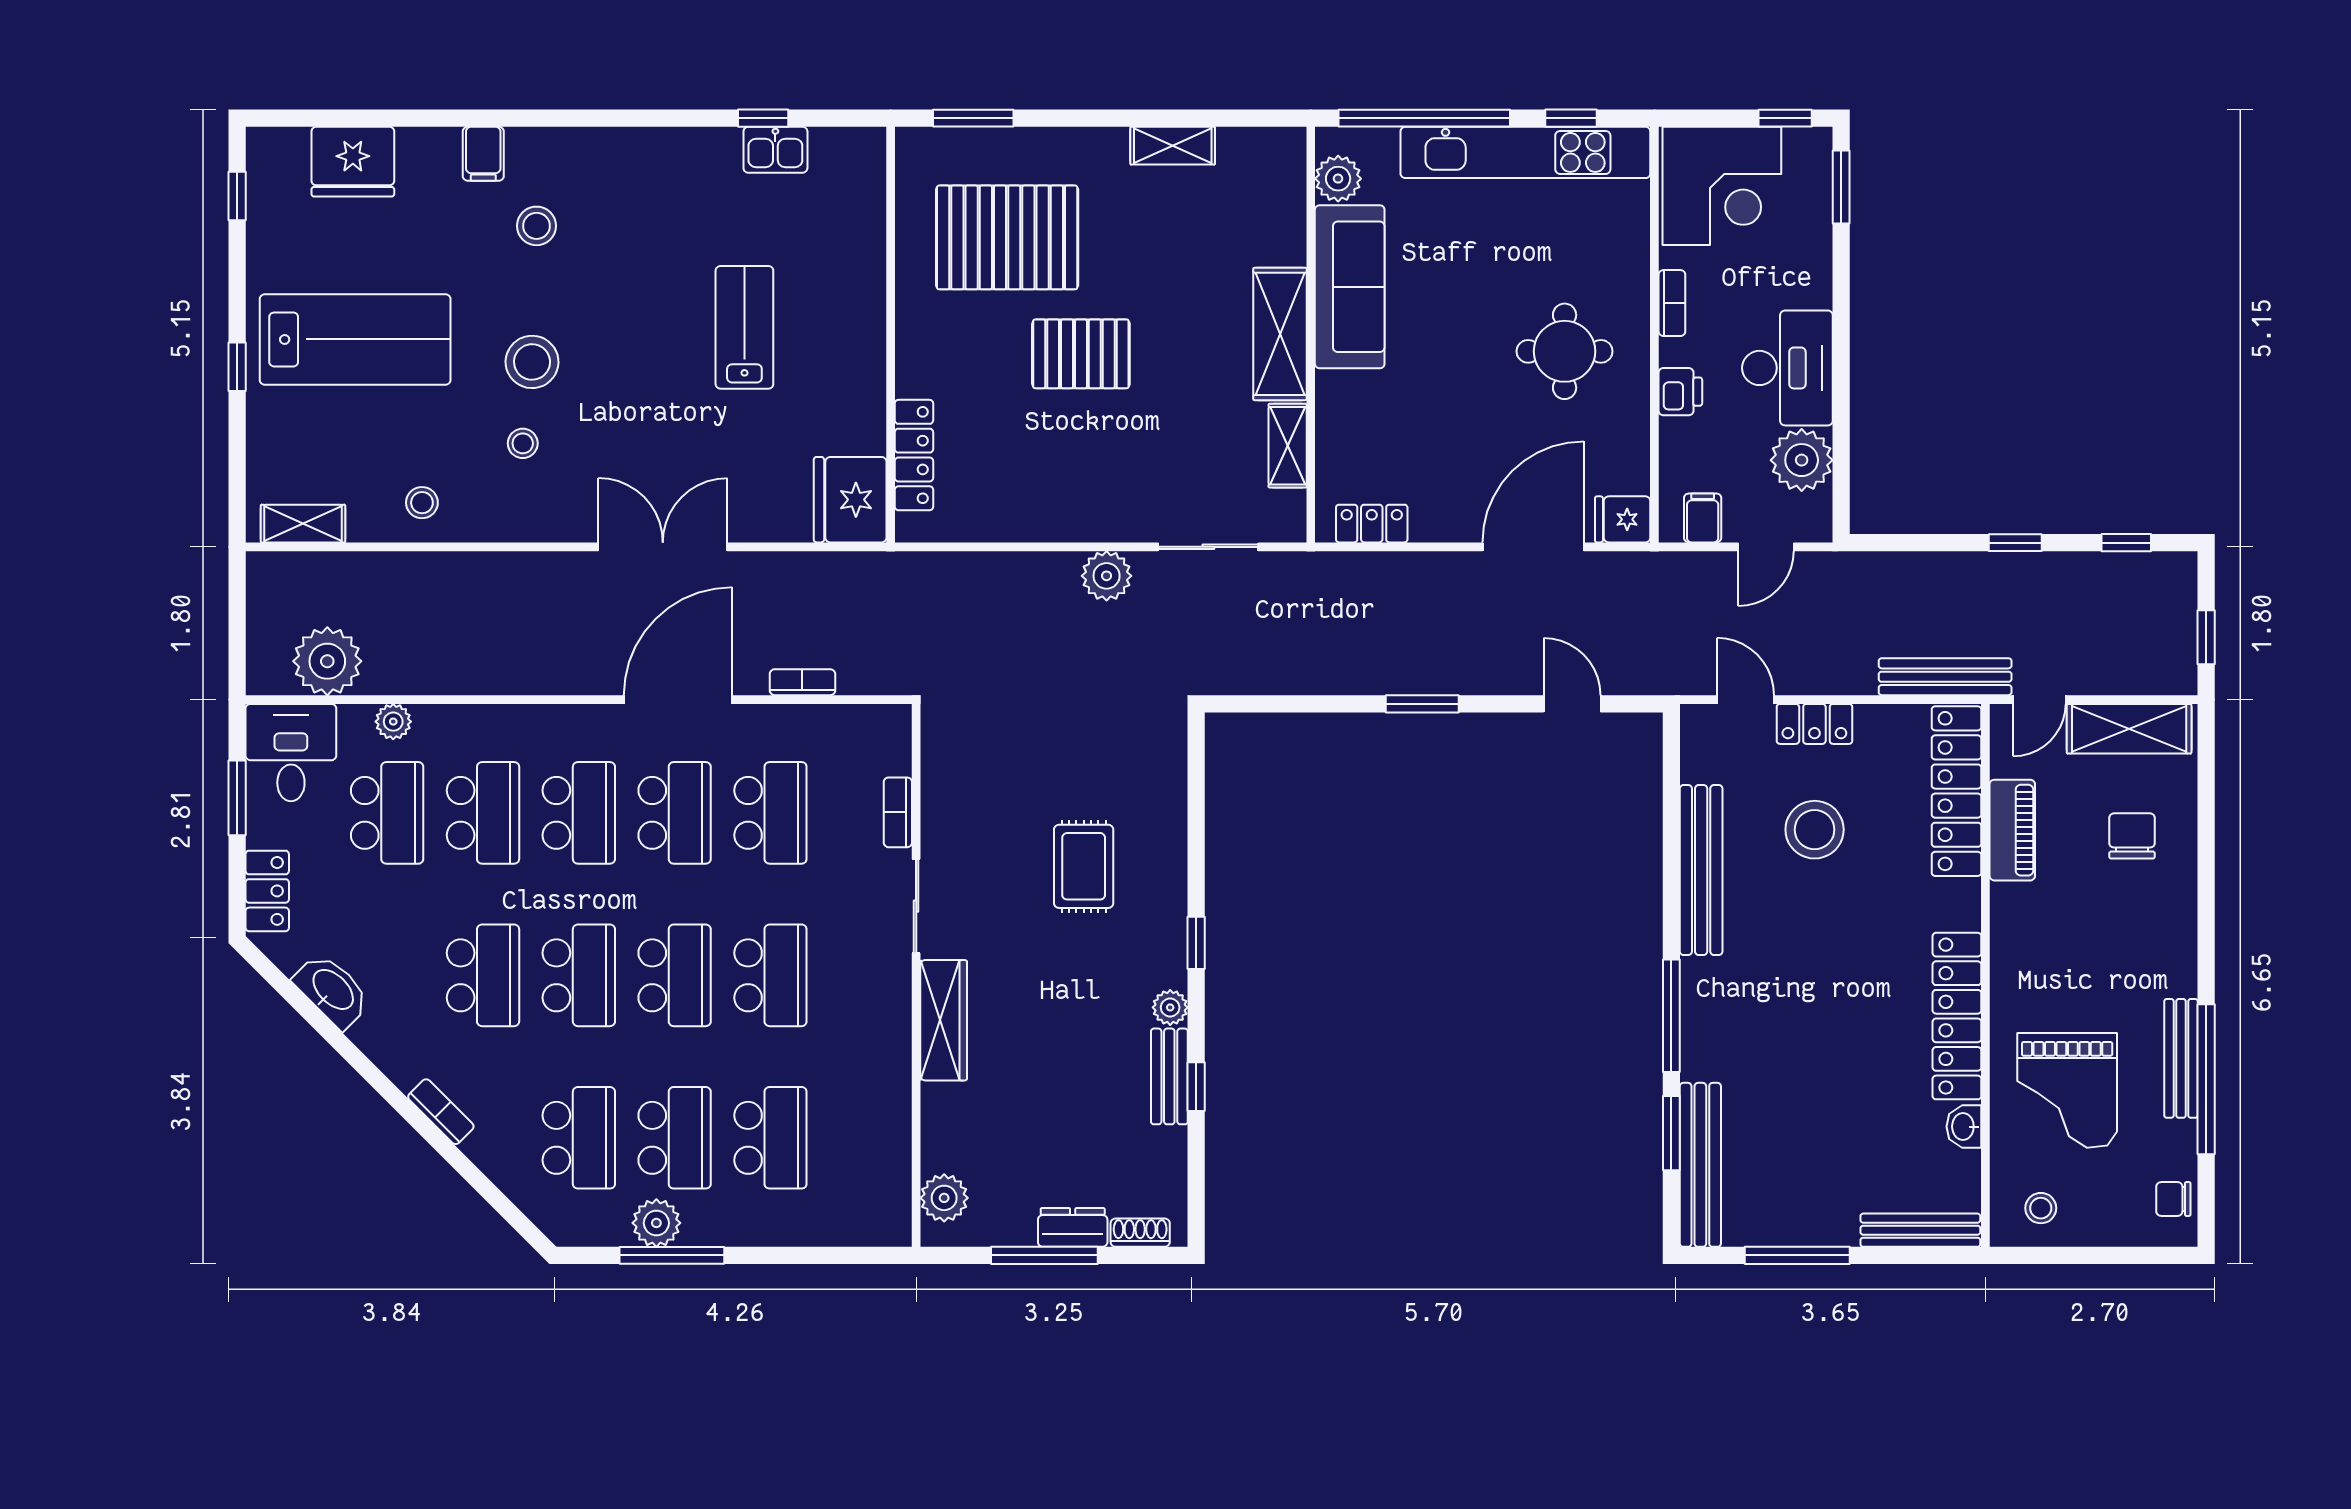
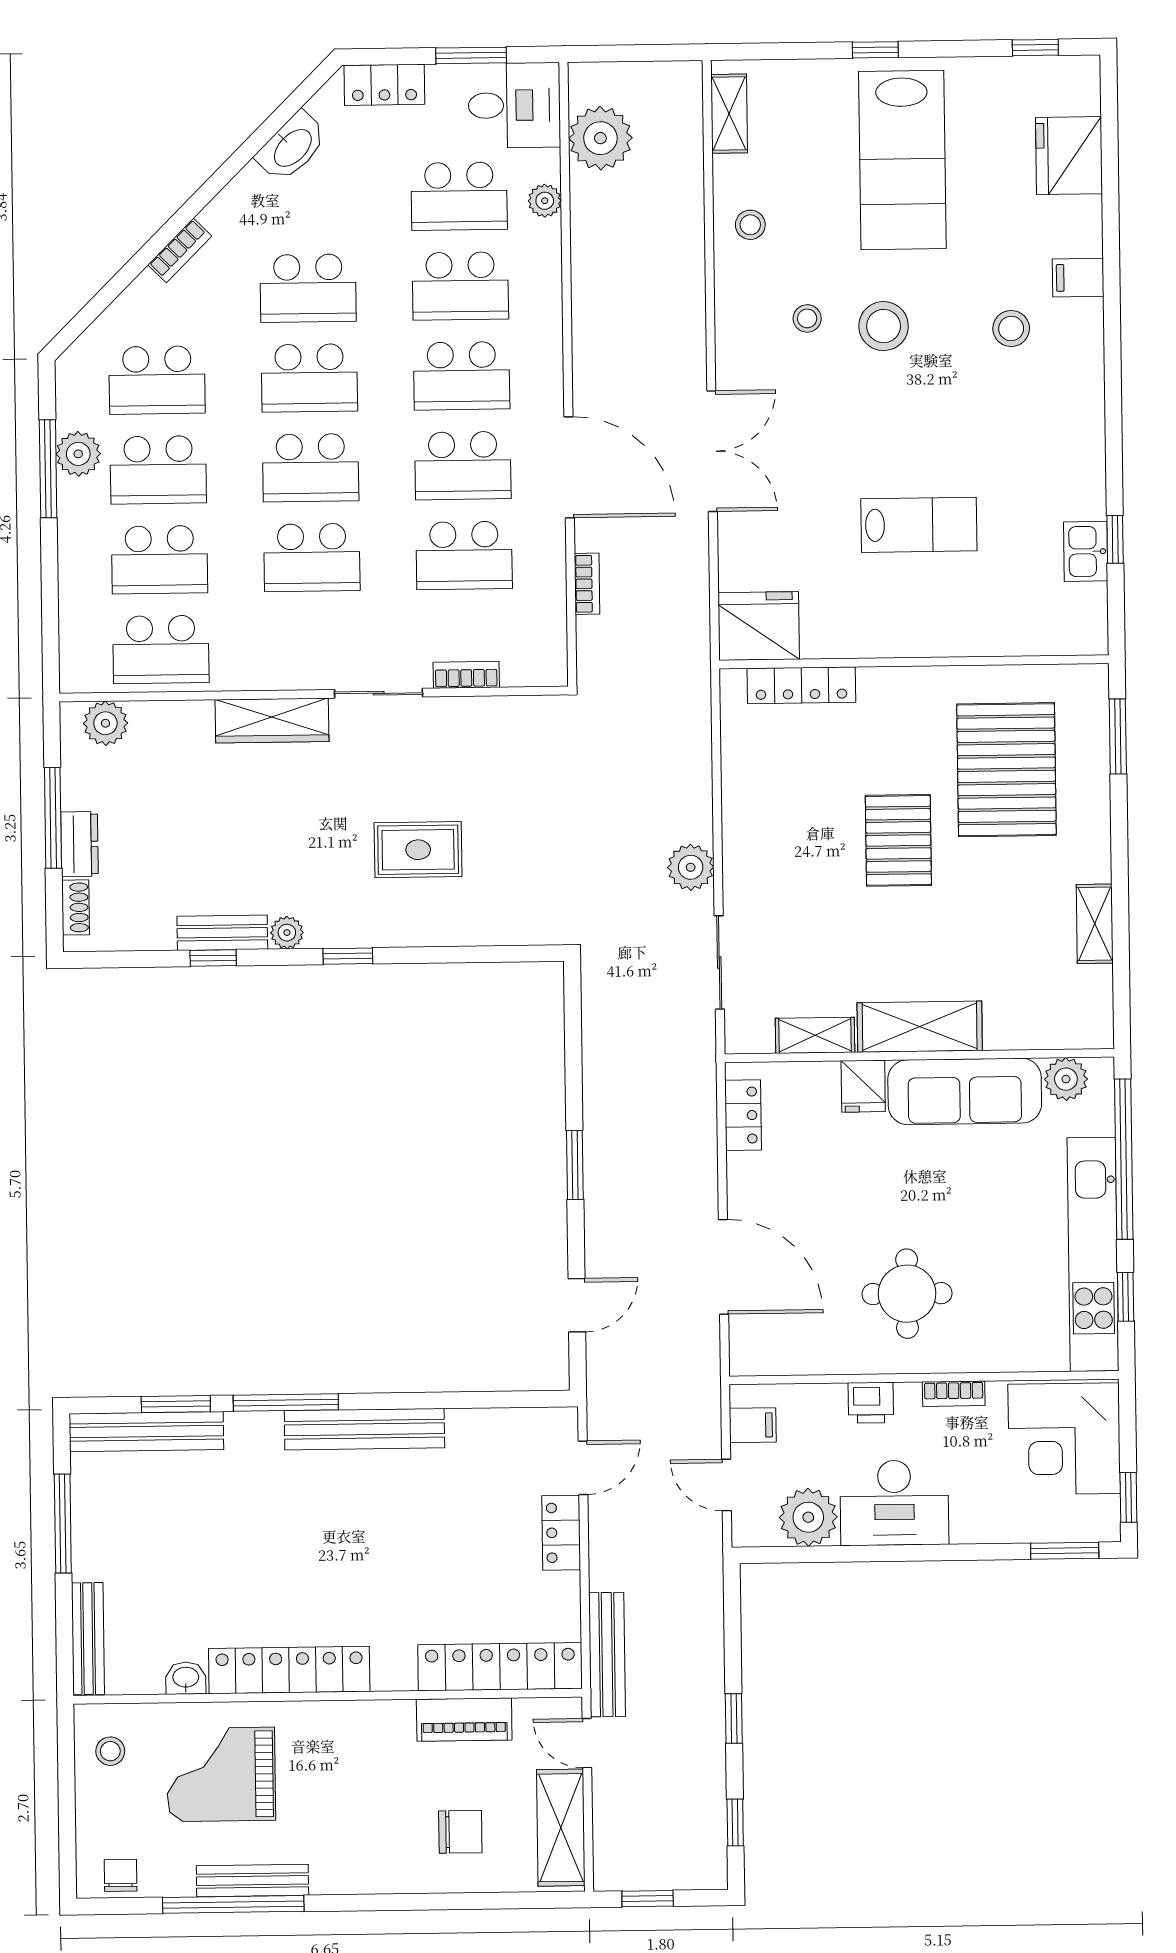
fridge: (1623, 519) -> (863, 1086), moved, turned 180
stool: (1815, 830) -> (462, 1534), removed
bench: (1701, 870) -> (364, 1429), moved
school desk: (866, 1138) -> (161, 649), added

